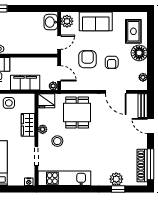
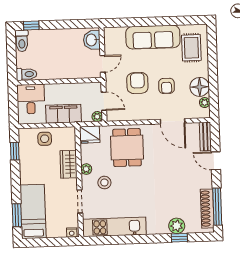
plant: (67, 21) -> (111, 38), removed
sofa: (96, 21) -> (153, 37), width x1.36
floor lamp: (139, 53) -> (200, 87), moved

